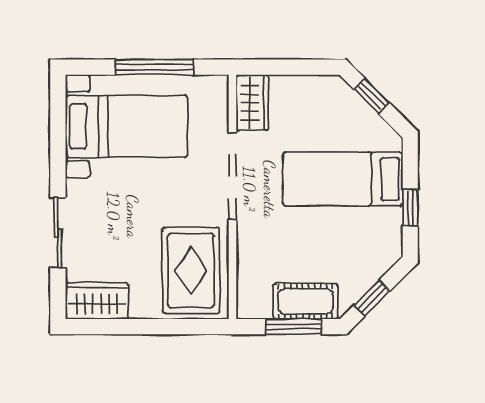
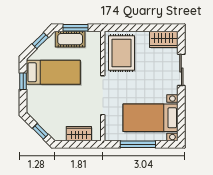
wardrobe: (252, 103) -> (79, 134), moved, turned 90
bed: (343, 179) -> (53, 72), moved

